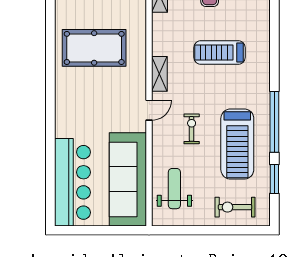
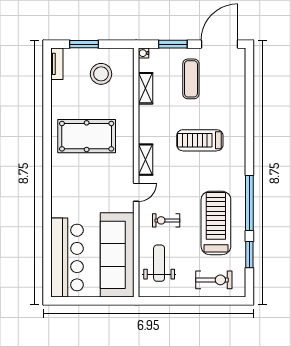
exercise bike: (192, 129) -> (166, 220), moved, turned -90
treadmill: (237, 144) -> (216, 223), turned 180
exercise bike: (235, 207) -> (214, 280), turned 180

